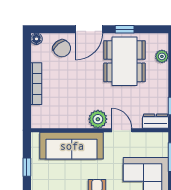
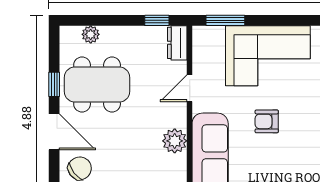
plant: (98, 119) -> (175, 141), moved

